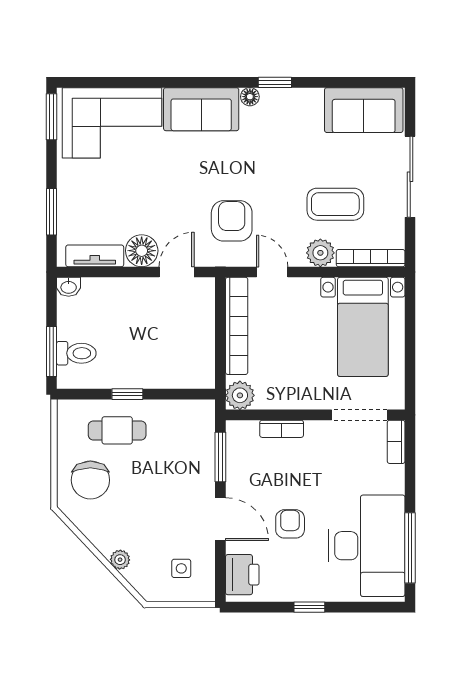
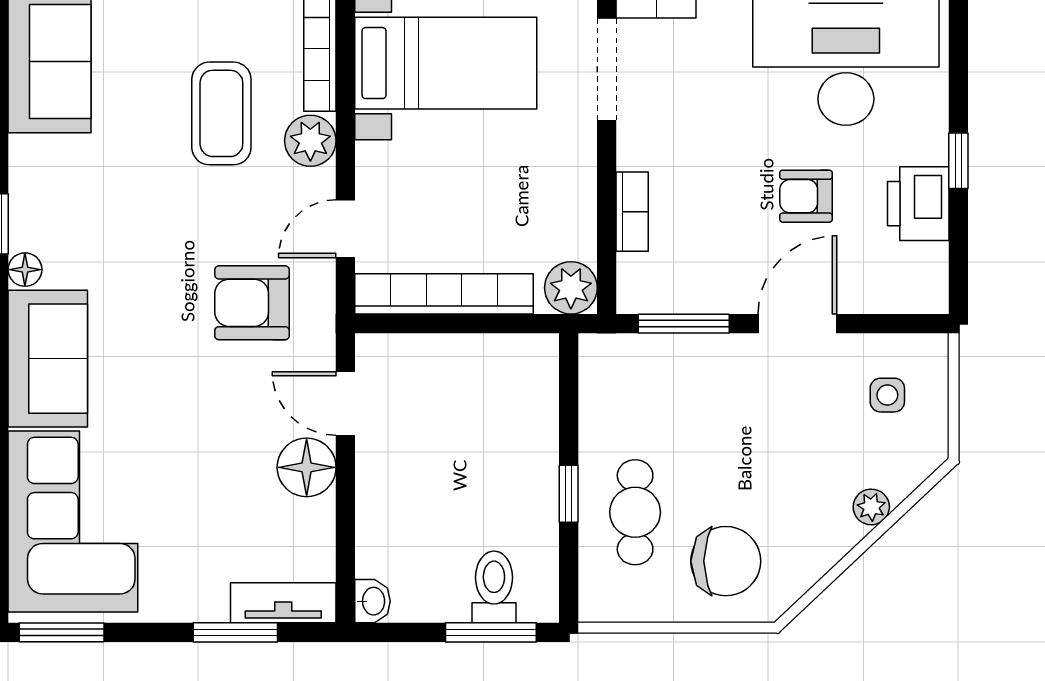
tv unit: (95, 256) -> (283, 603), moved, turned 90
printer: (242, 575) -> (918, 204), moved, turned -90

